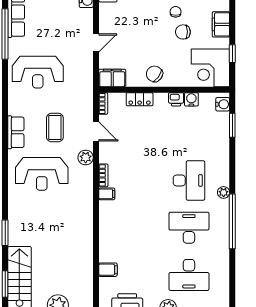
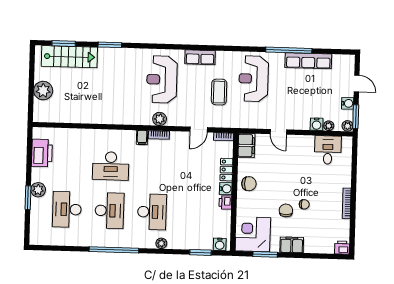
window: (232, 54) -> (265, 254), width x1.50
chair: (154, 74) -> (249, 184), turned 55
water cooler: (191, 99) -> (226, 189), moved
coffee table: (55, 128) -> (219, 92), moved, turned 90
plant: (86, 158) -> (160, 119), moved
desk: (189, 180) -> (152, 212), turned -90
plant: (224, 192) -> (161, 243), moved
desk: (139, 228) -> (111, 166), added
filing cabinet: (108, 270) -> (74, 137), removed

